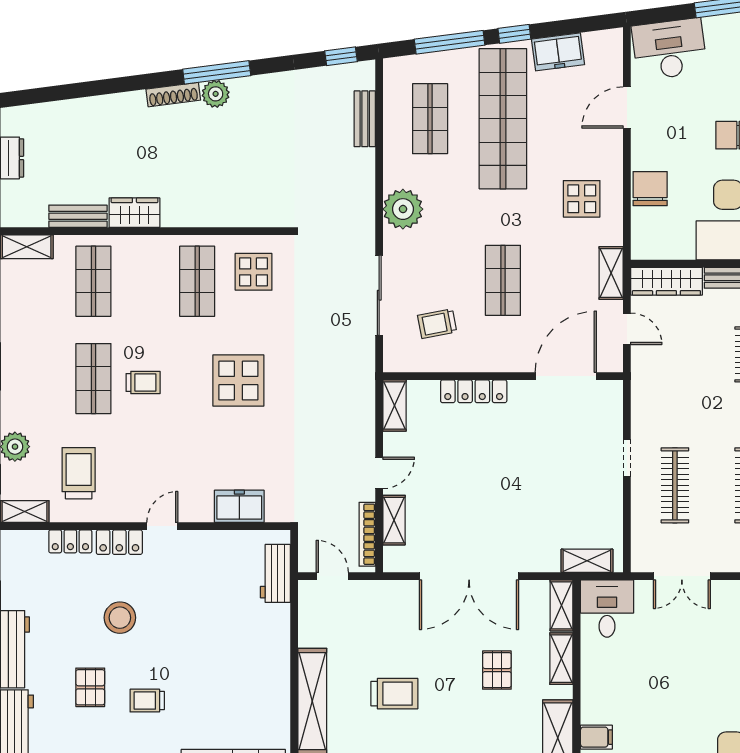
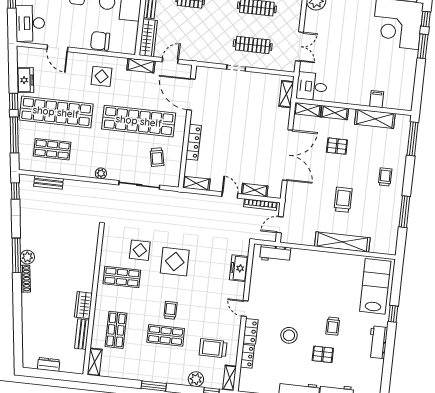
plant: (403, 209) -> (101, 173), width x0.53, depth x0.53
display table: (254, 272) -> (140, 250), moved
shop shelf: (503, 280) -> (139, 121), width x2.00, depth x1.36
shop shelf: (93, 281) -> (116, 330), turned 90

